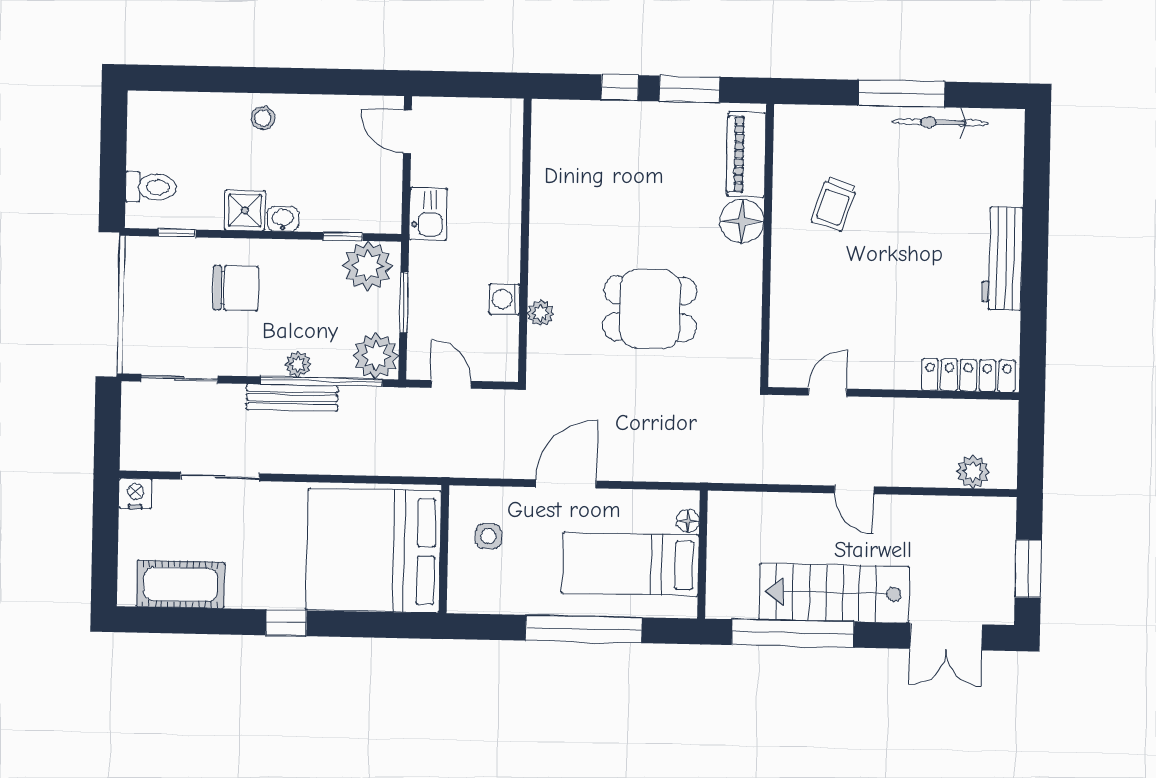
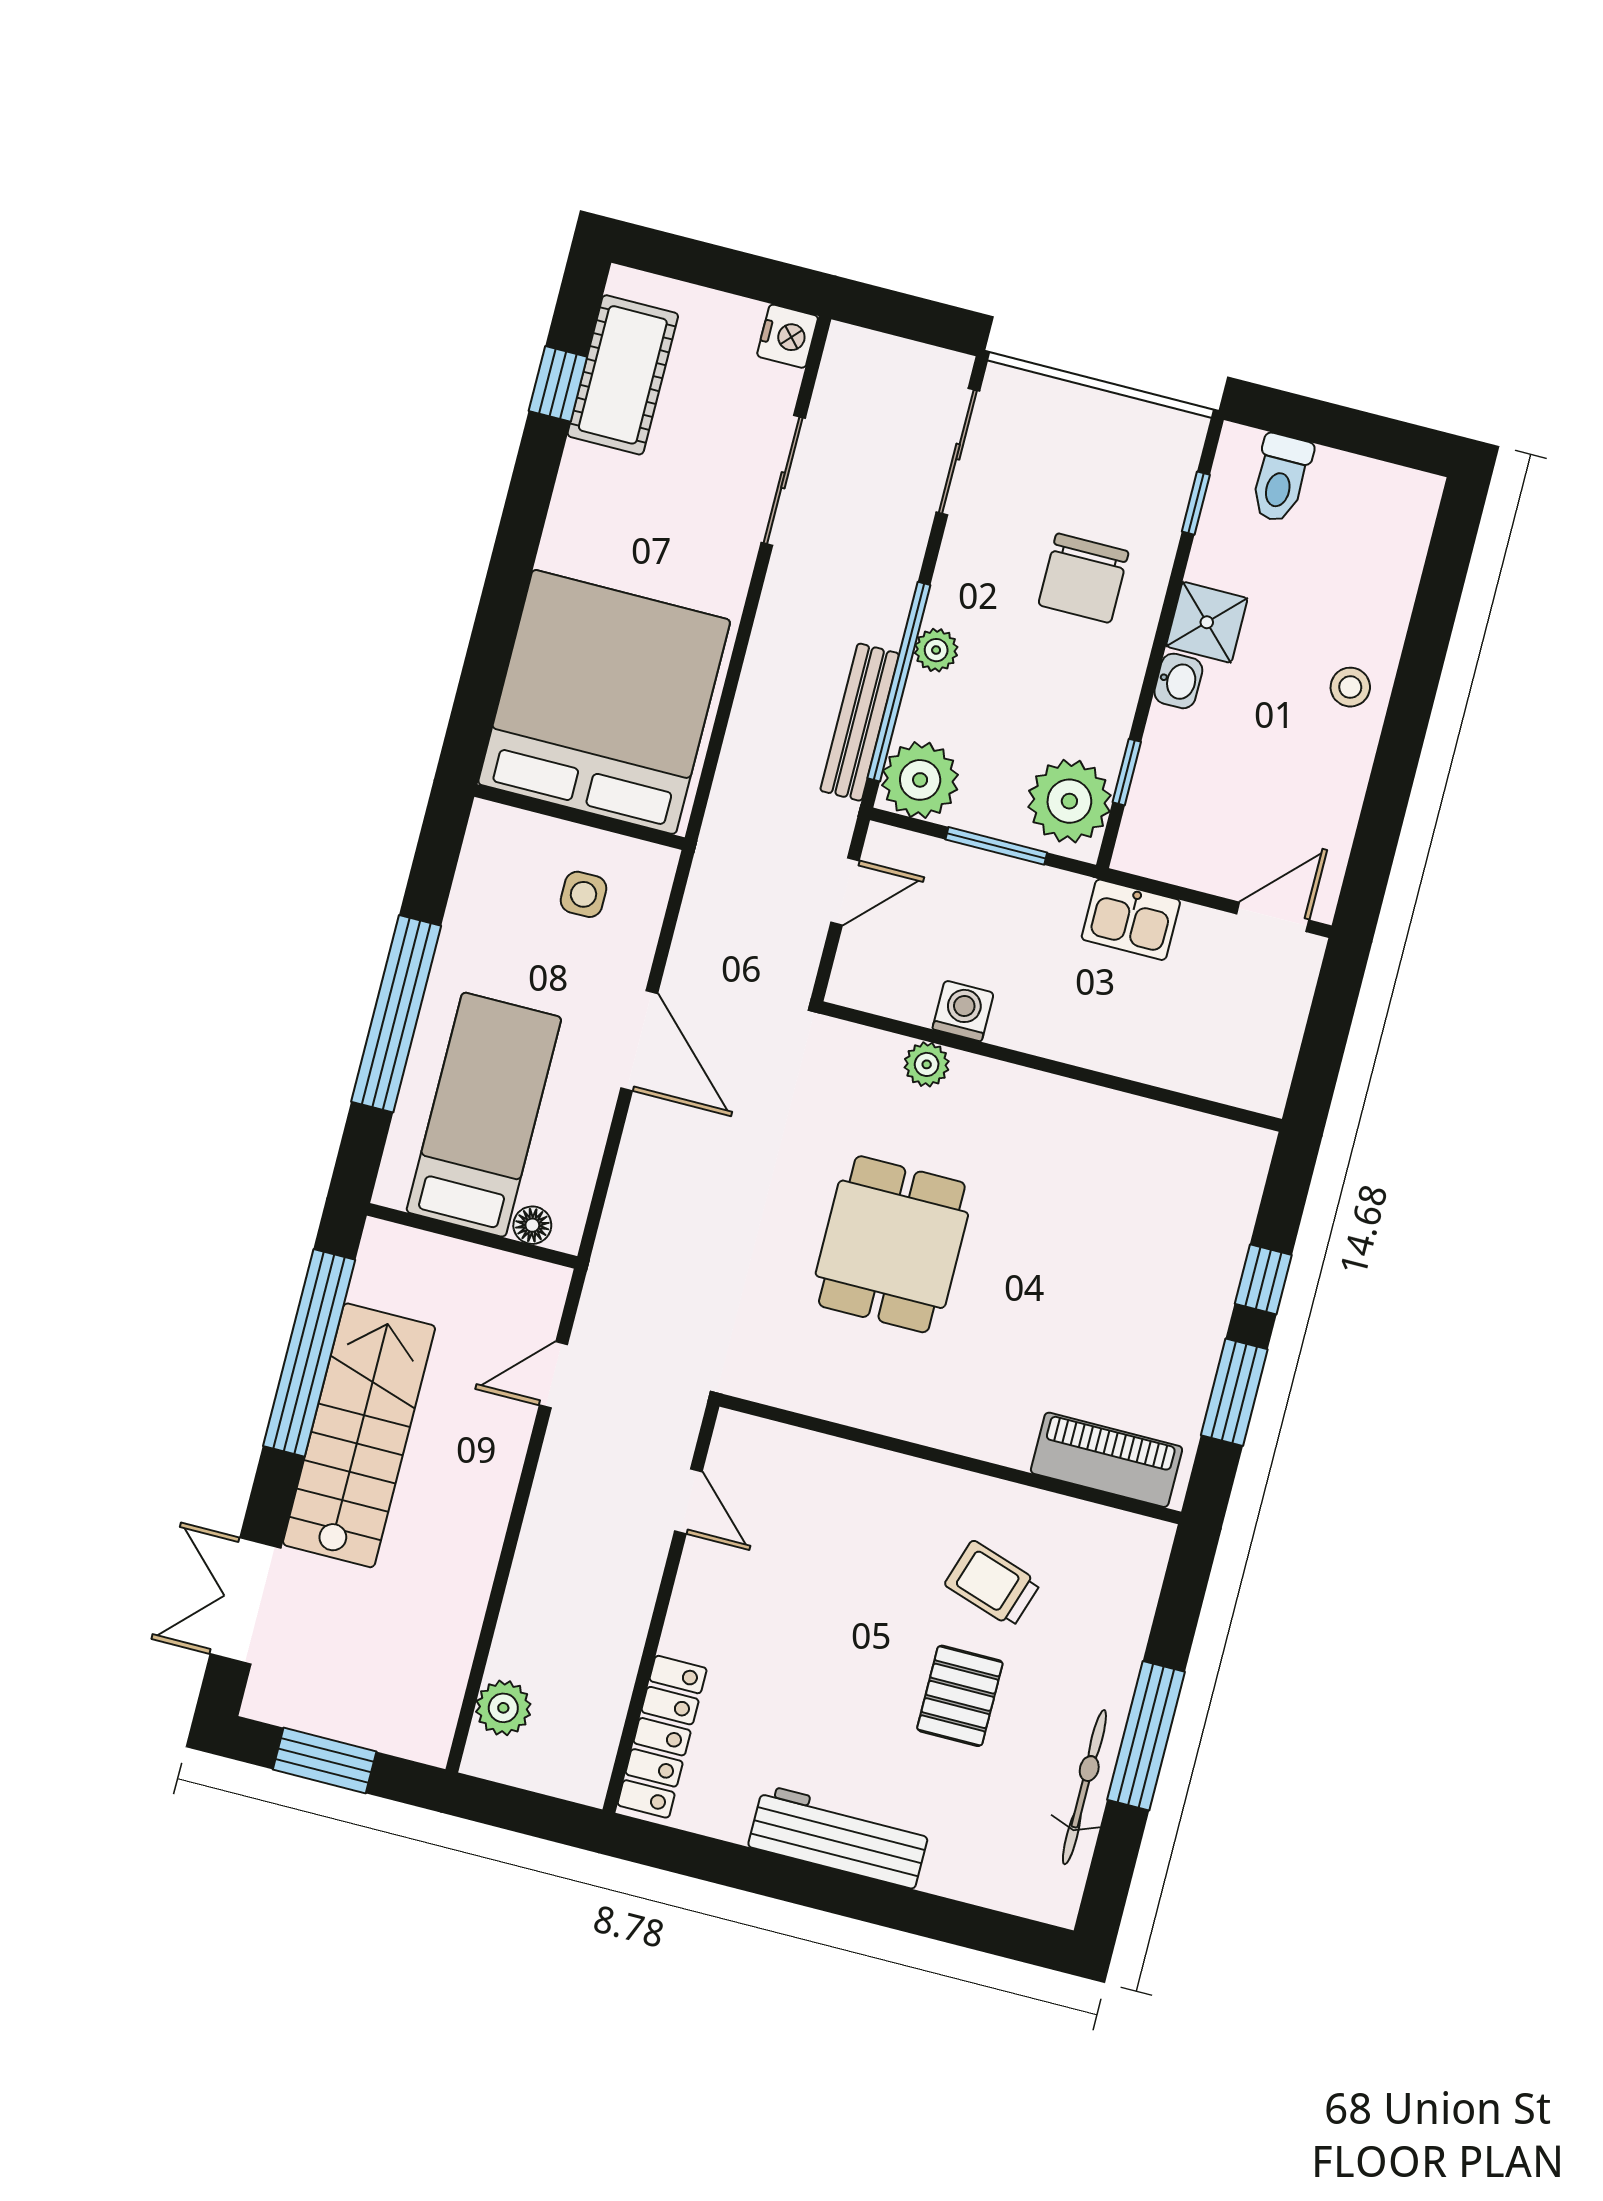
pallet: (904, 208) -> (960, 1696), added
floor lamp: (742, 221) -> (999, 1427), removed
bench: (292, 398) -> (860, 722), moved
door: (854, 490) -> (553, 1375), moved
window: (286, 623) -> (558, 384), moved

